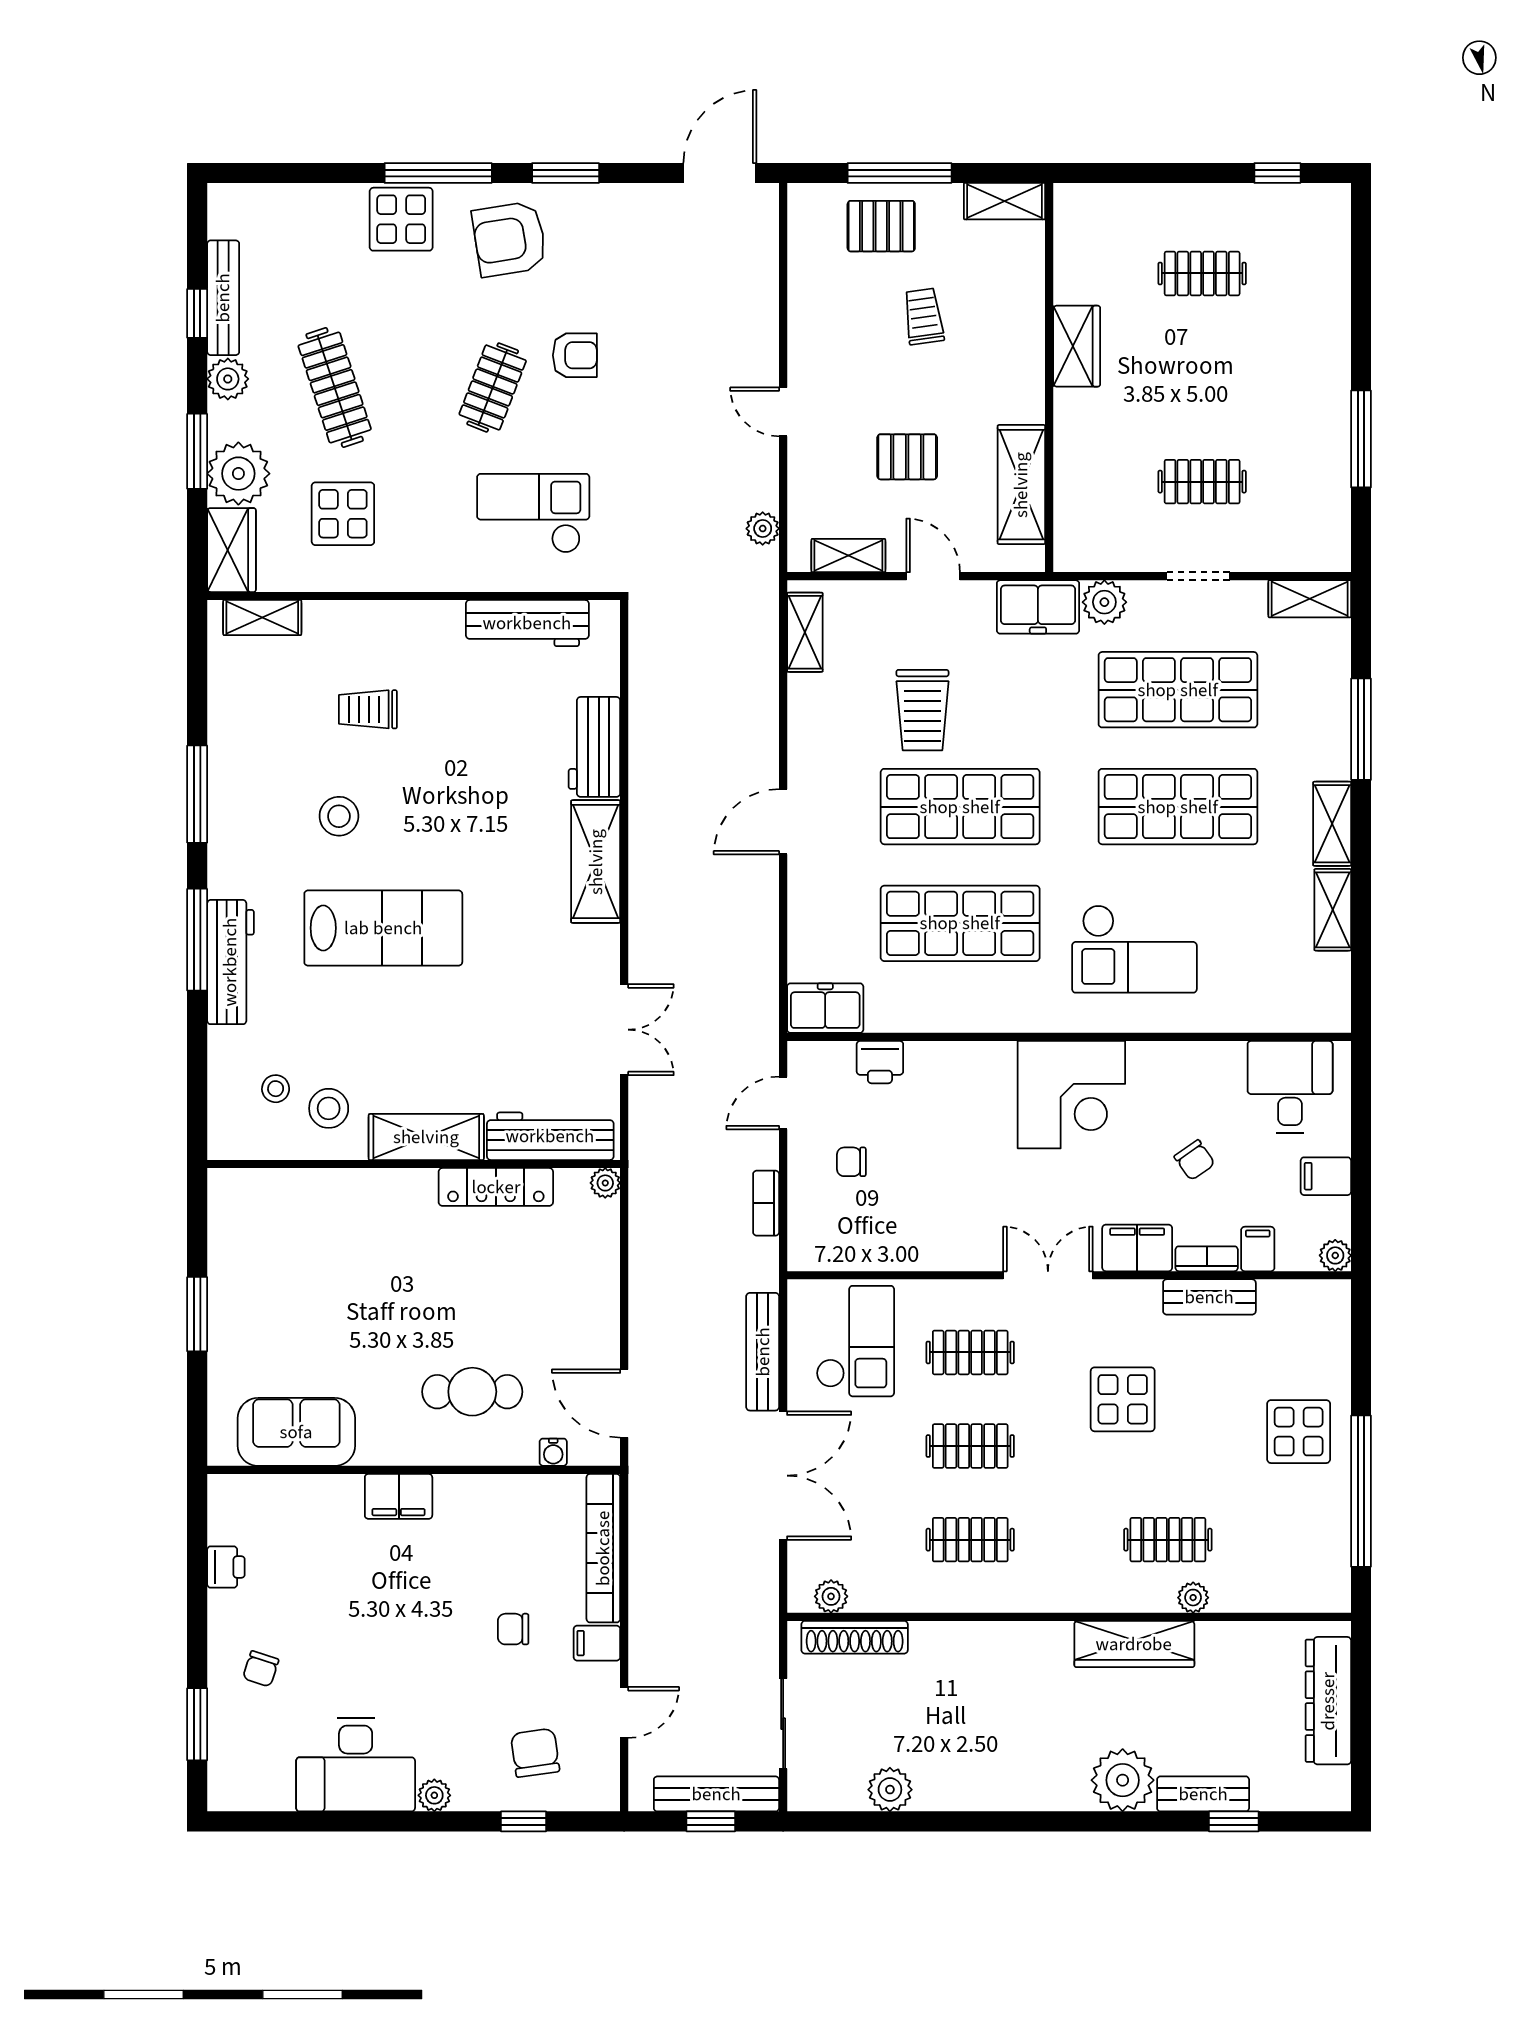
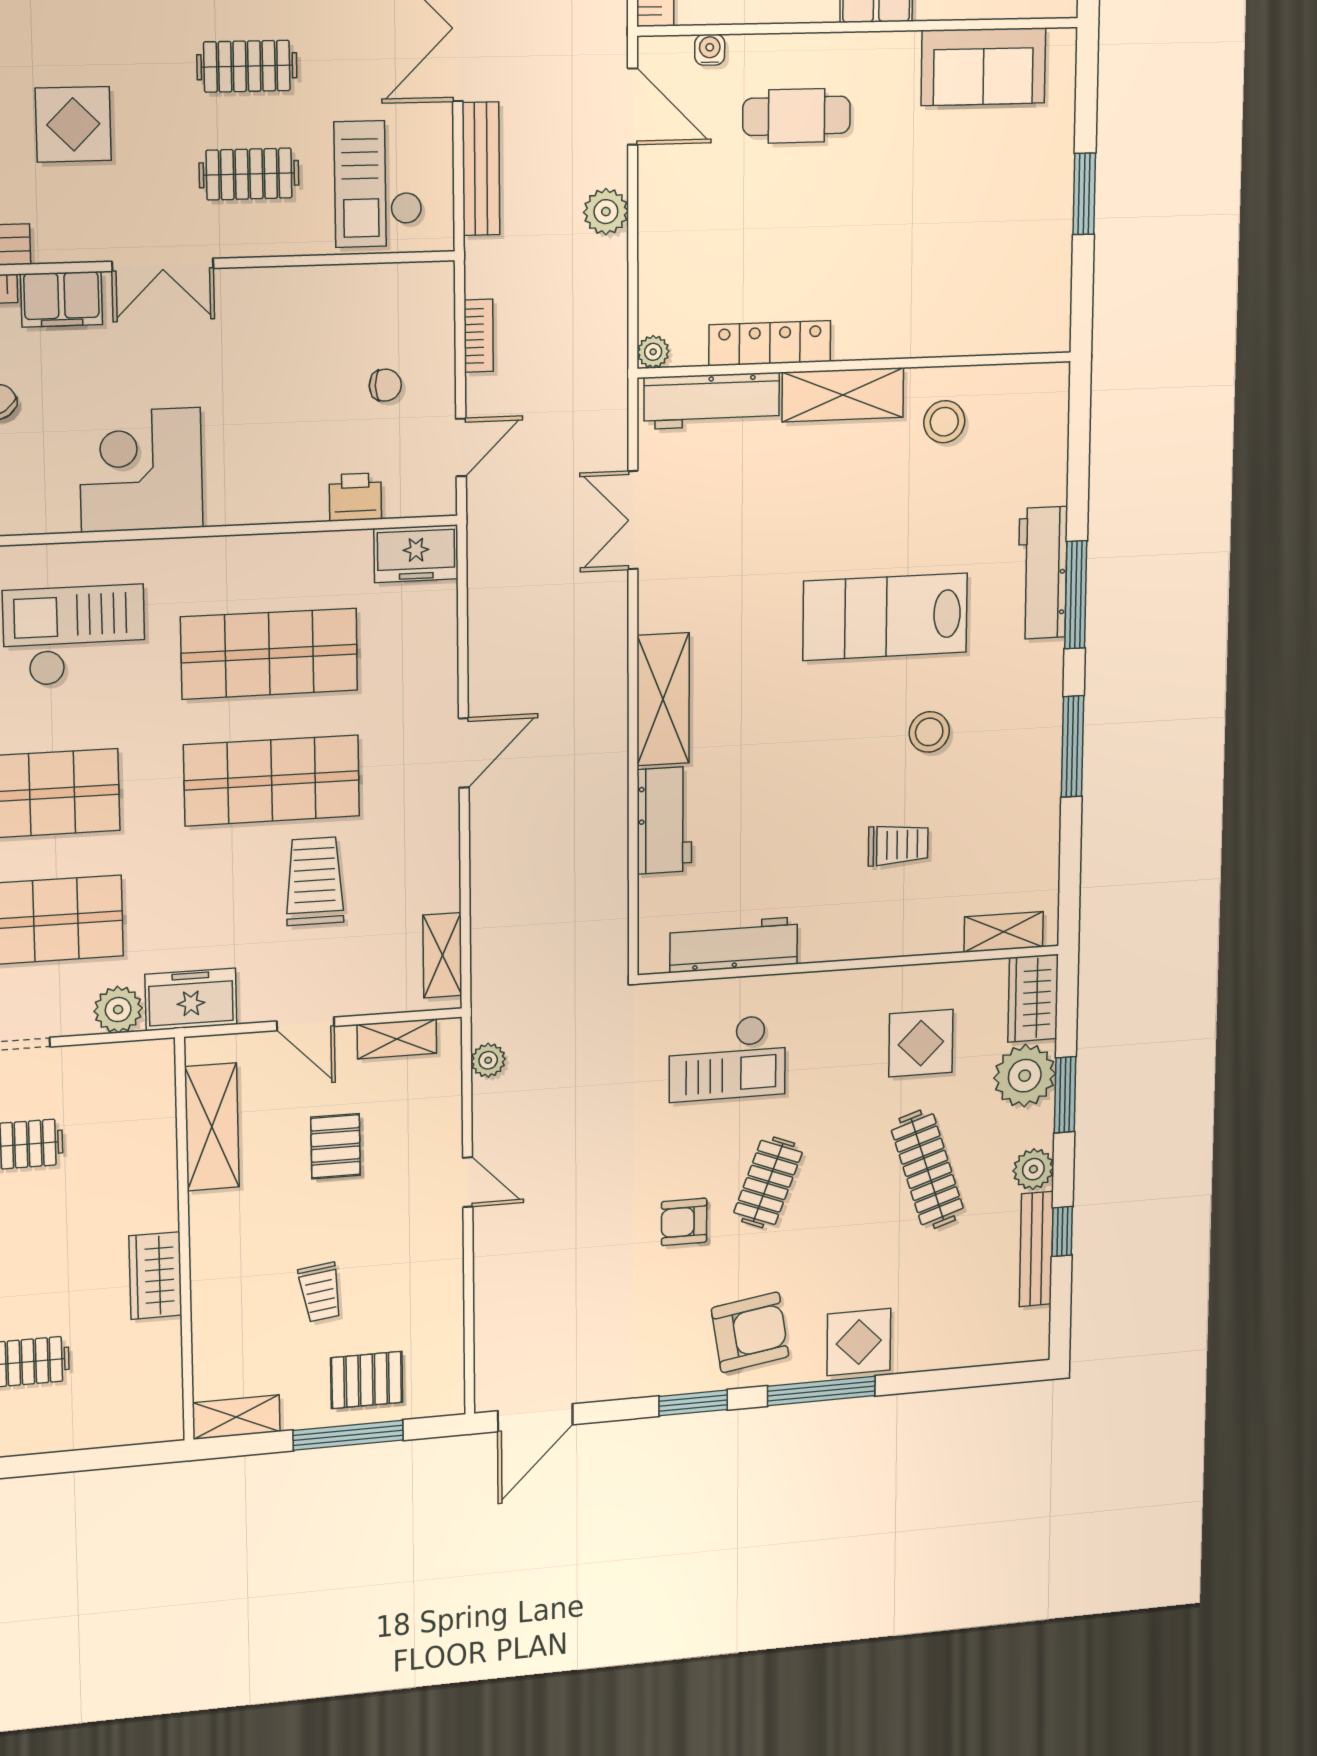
pallet: (907, 457) -> (336, 1146), turned 90
stool: (276, 1089) -> (999, 441), removed
plant: (649, 1311) -> (606, 212), added

